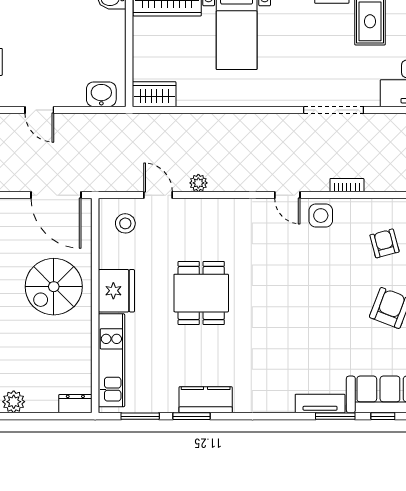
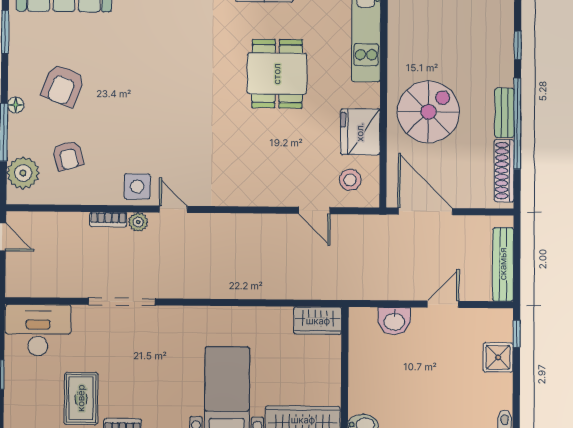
washbasin: (101, 94) -> (394, 321), moved
door: (39, 110) -> (443, 304), hinge flipped
plant: (198, 183) -> (138, 222), moved
fridge: (116, 291) -> (360, 132), moved
dining table: (201, 293) -> (277, 74), moved

